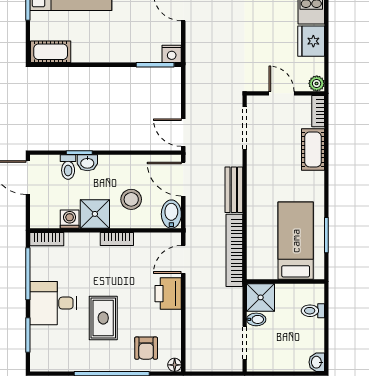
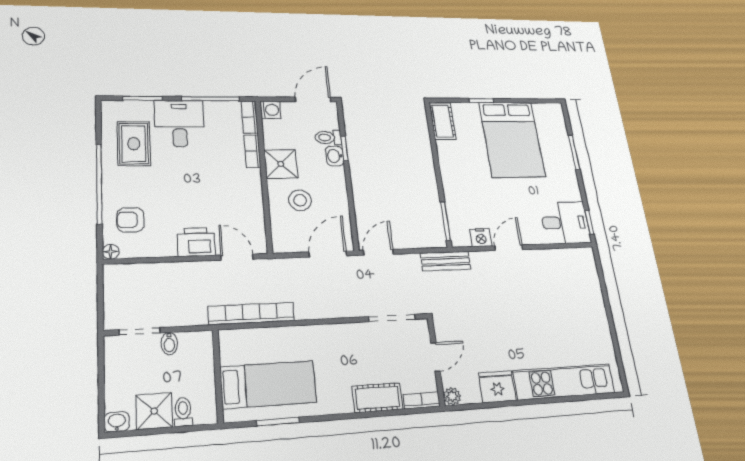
nightstand: (172, 54) -> (481, 238), moved, turned -90
bench: (234, 190) -> (446, 261), moved
bidet: (171, 214) -> (288, 243), removed
washing machine: (70, 219) -> (270, 110), moved
bookcase: (117, 239) -> (252, 151), moved
shower: (261, 297) -> (154, 411), moved
rug: (103, 318) -> (134, 144), moved, turned 90

